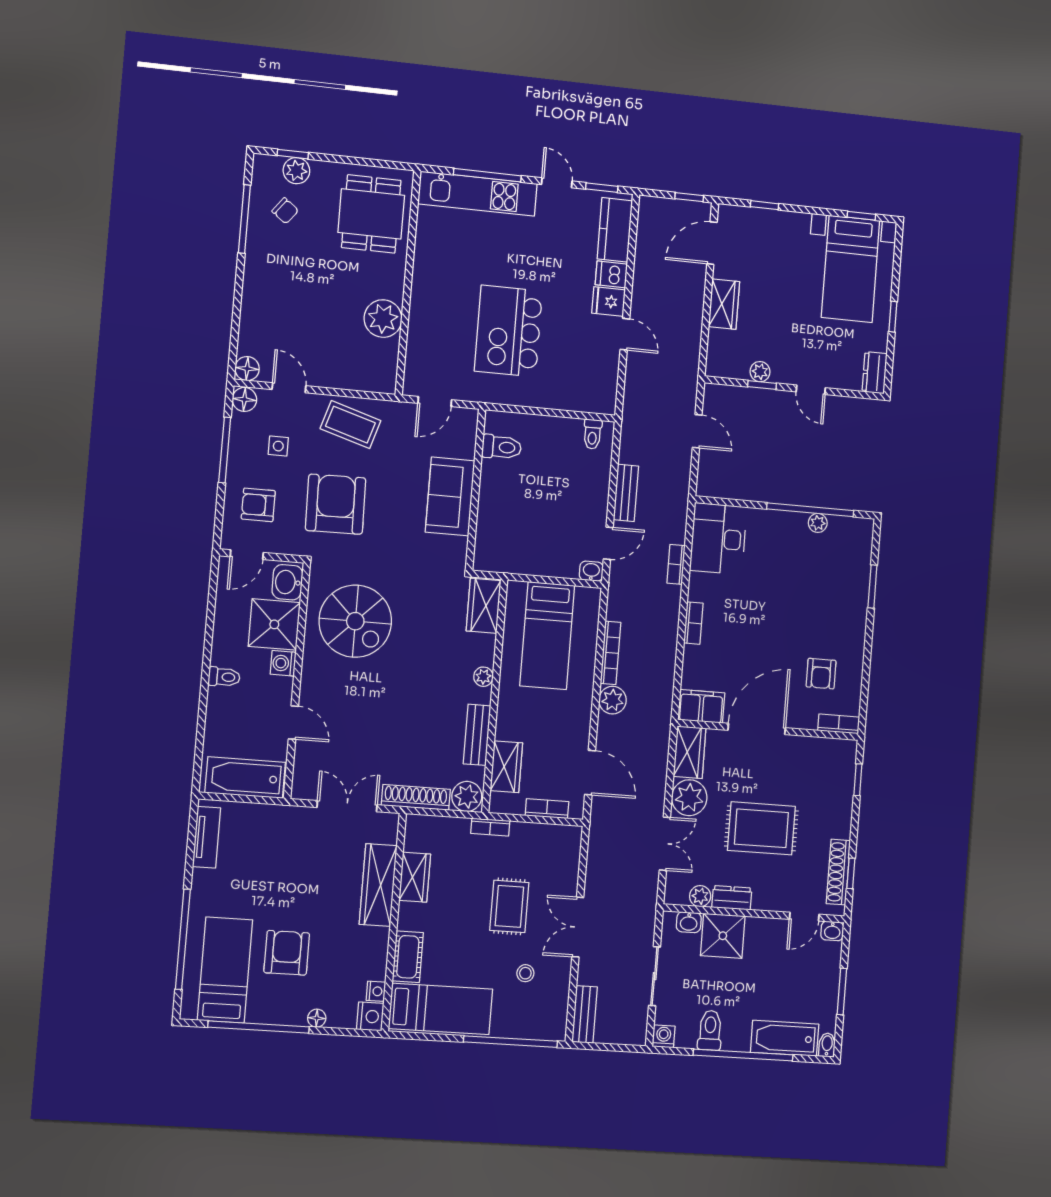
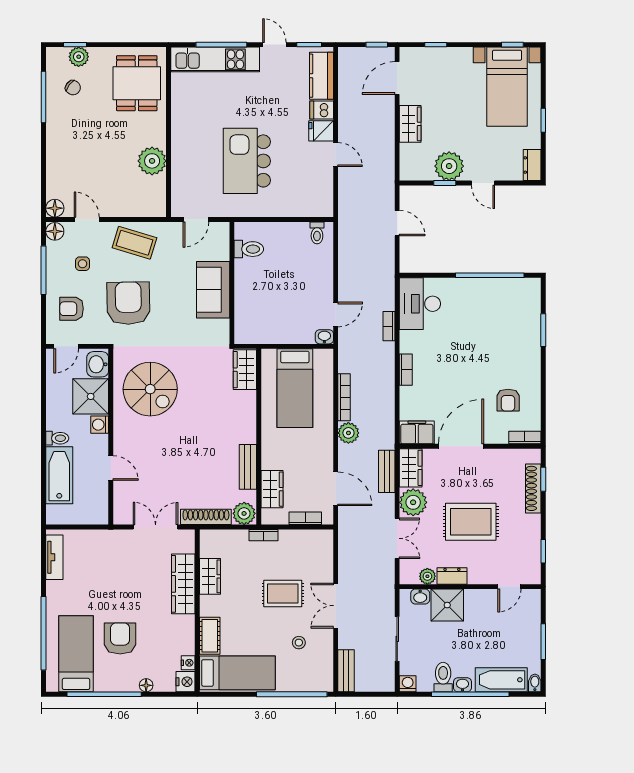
plant: (760, 372) -> (449, 166), width x1.88, depth x1.88
bench: (626, 493) -> (387, 471), moved
plant: (818, 523) -> (496, 285), removed
plant: (483, 677) -> (249, 423), removed
bathtub: (245, 778) -> (59, 475), moved, turned 90
shoe rack: (838, 872) -> (533, 488), moved
rug: (509, 906) -> (283, 593), turned 90
washbasin: (832, 931) -> (462, 685), moved, turned 180

